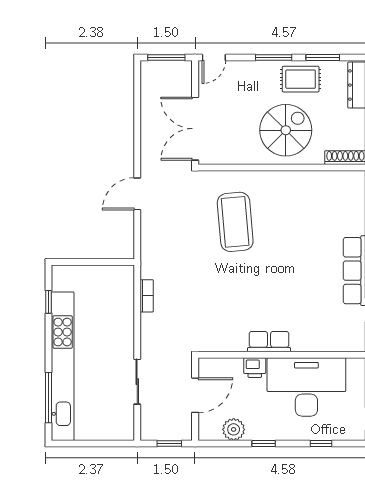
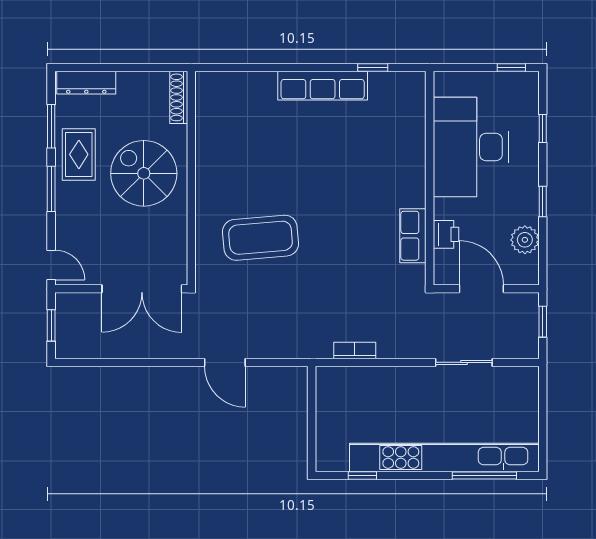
window: (166, 57) -> (51, 325), width x0.67
row of seats: (269, 342) -> (413, 236), moved
printer: (255, 368) -> (446, 234), moved

